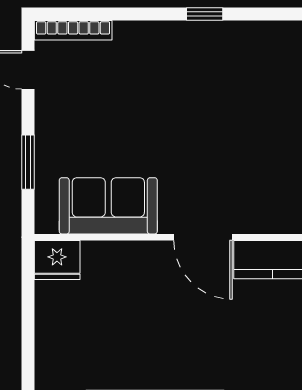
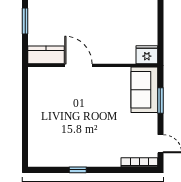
sofa: (108, 206) -> (144, 90), moved, turned 90

